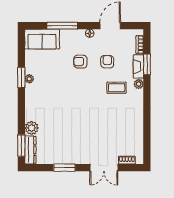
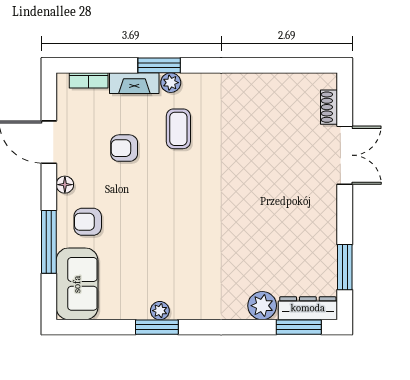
armchair: (80, 62) -> (88, 222), moved, turned 90
window: (147, 64) -> (159, 65), moved
window: (64, 168) -> (345, 267), moved

